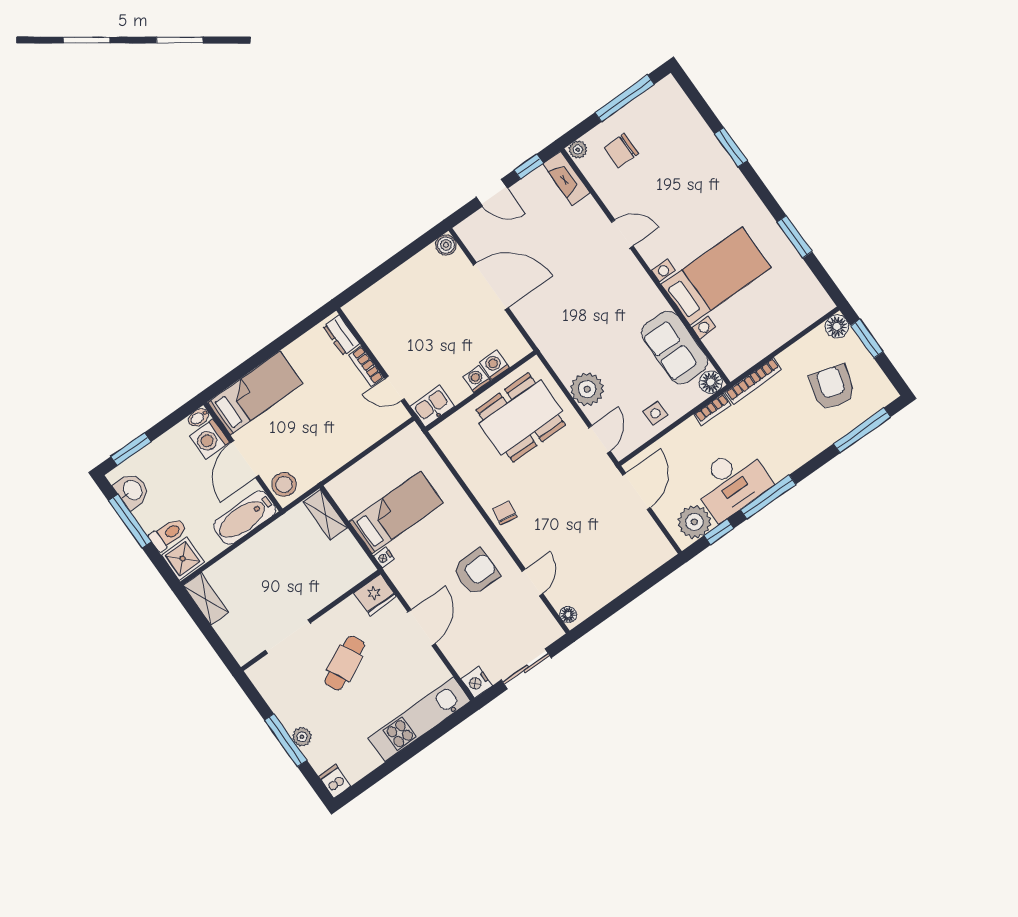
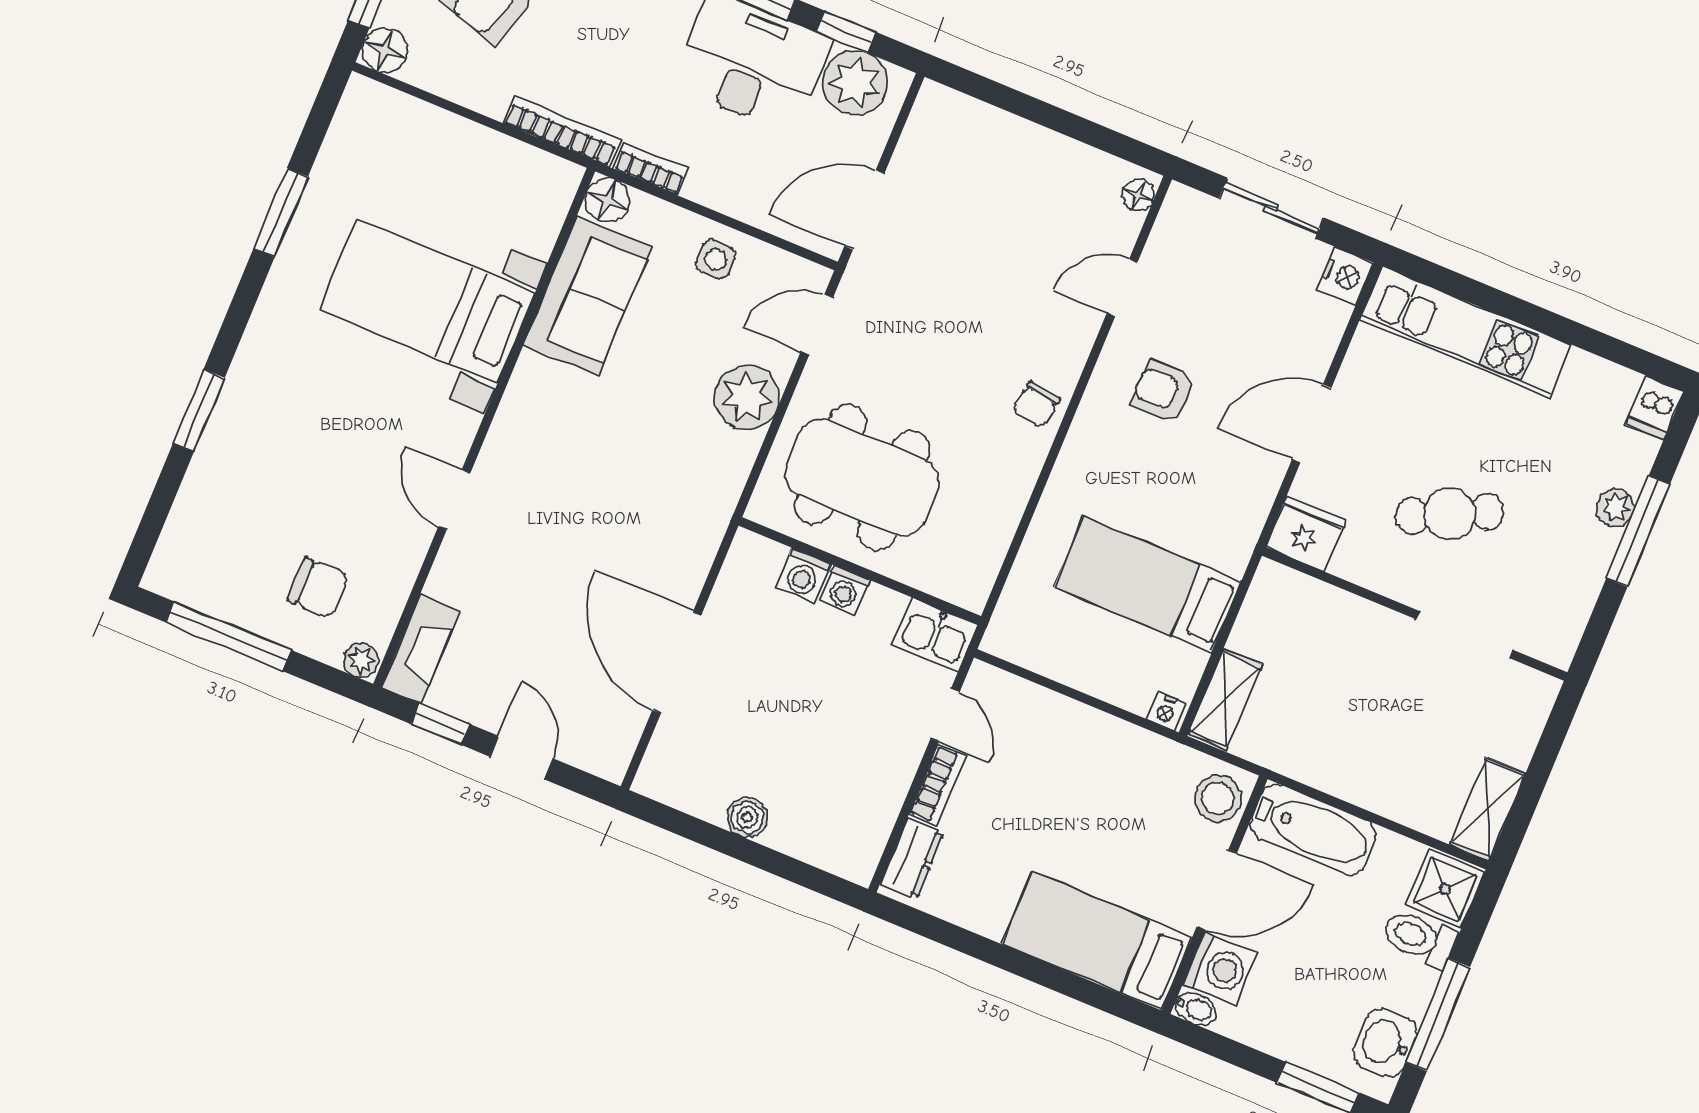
boiler: (446, 245) -> (747, 817), moved
nightstand: (384, 558) -> (1166, 711), moved, turned 90
armchair: (476, 572) -> (1163, 391), width x0.72, depth x0.72

